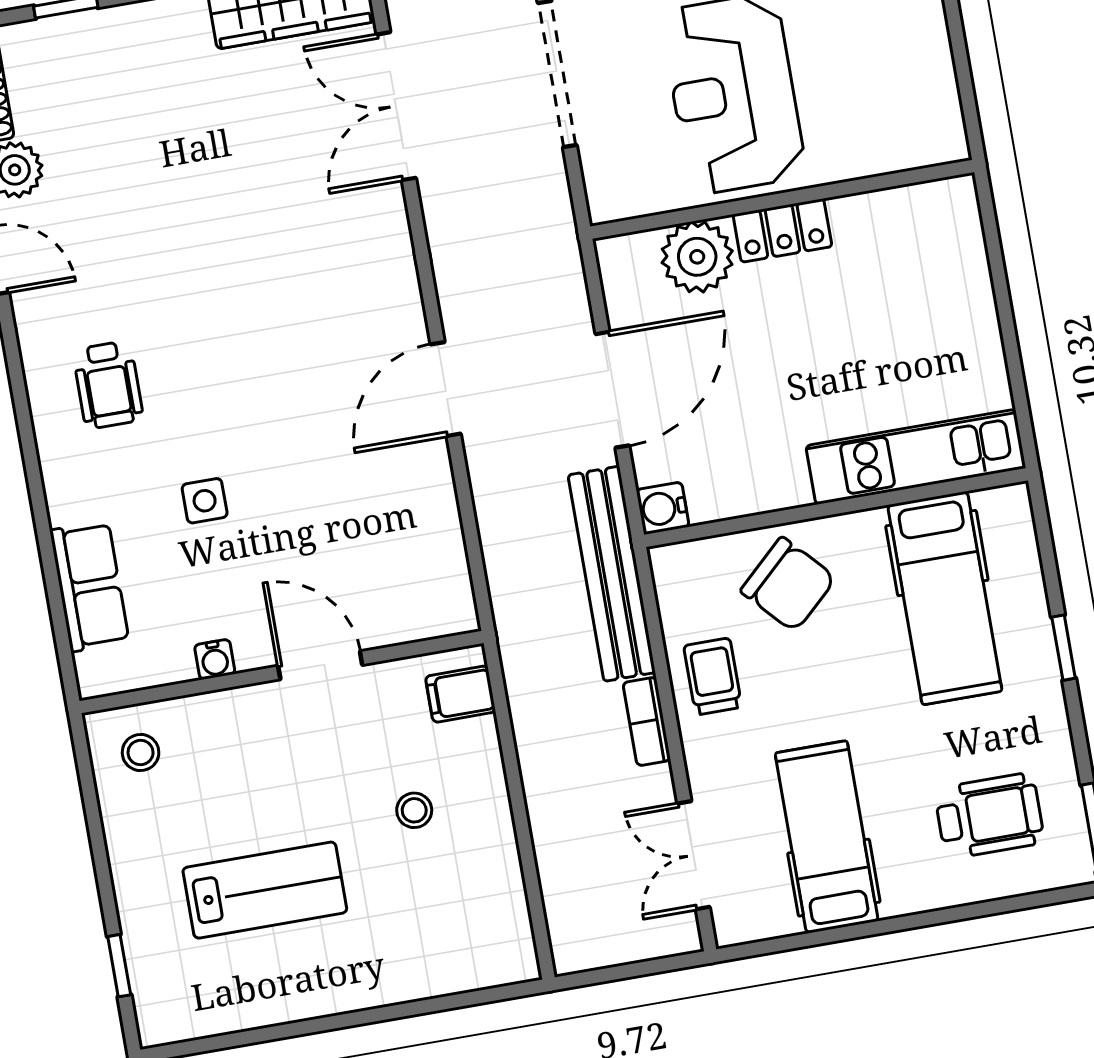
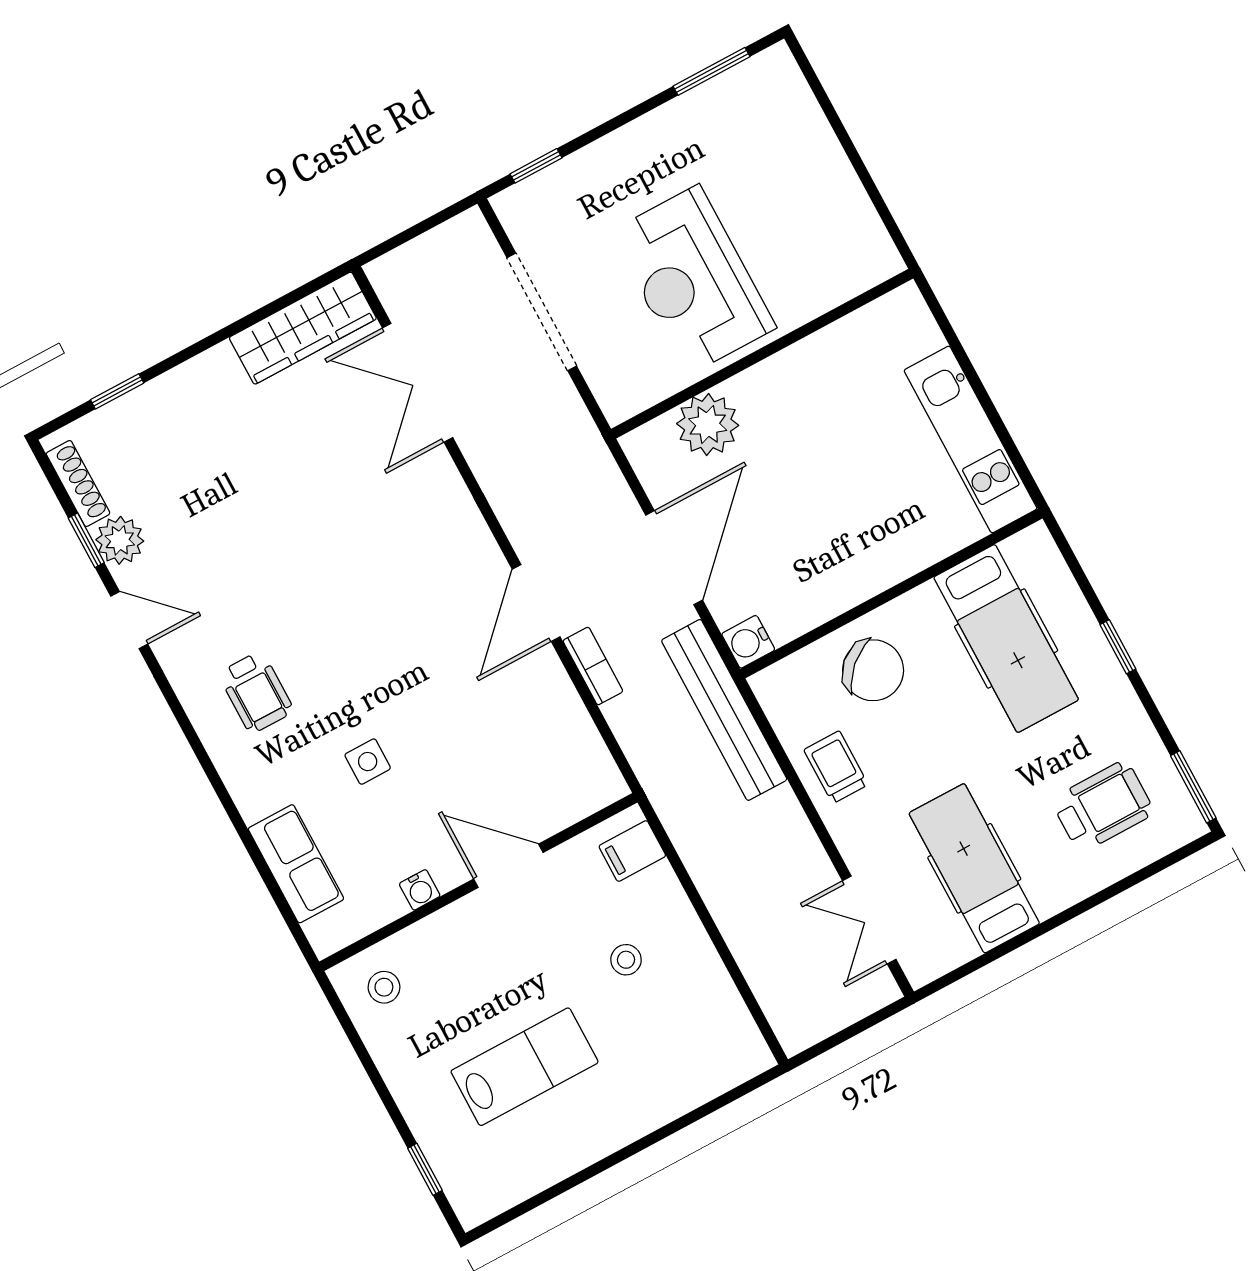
locker: (782, 230) -> (771, 379), removed
kitchen unit: (916, 457) -> (970, 439), moved, turned -90
bookcase: (647, 721) -> (593, 666), moved, turned 180

